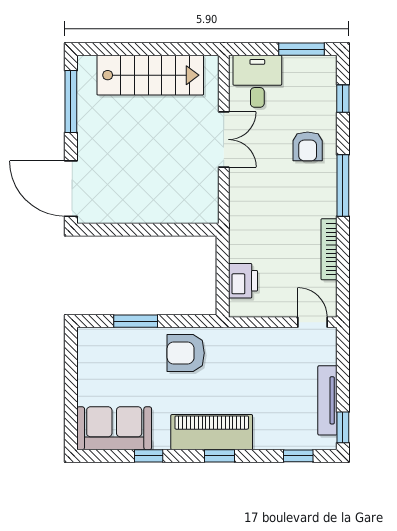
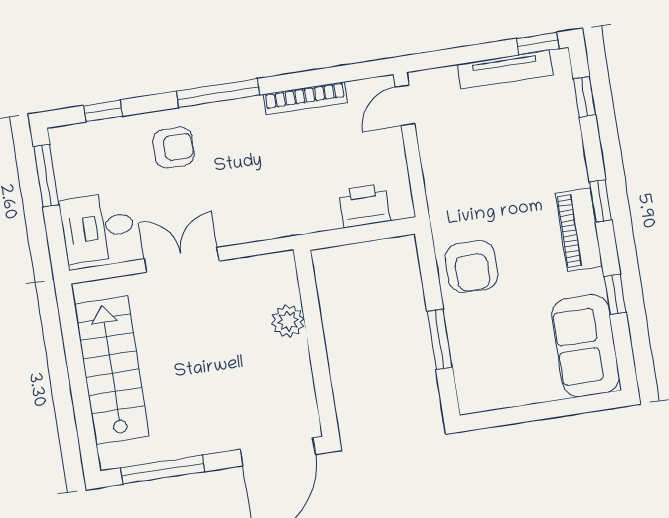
plant: (166, 211) -> (288, 321), added
piano: (212, 432) -> (579, 230), width x0.73, depth x0.75

